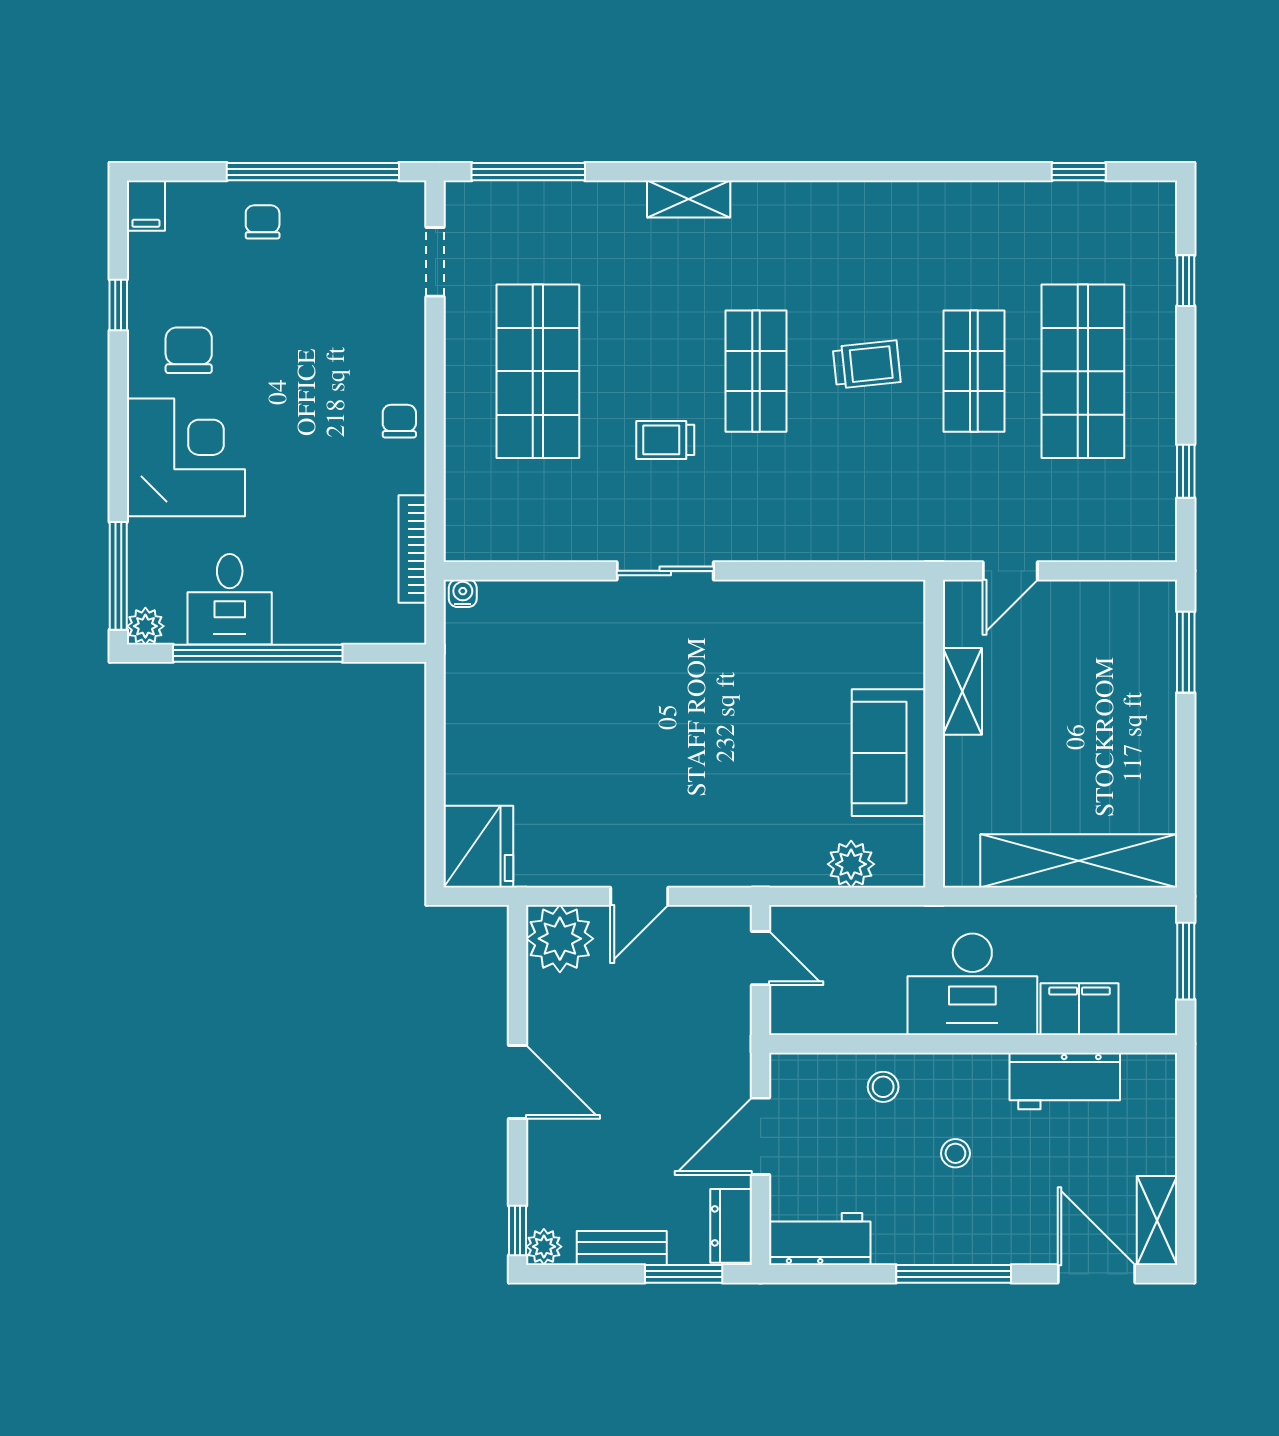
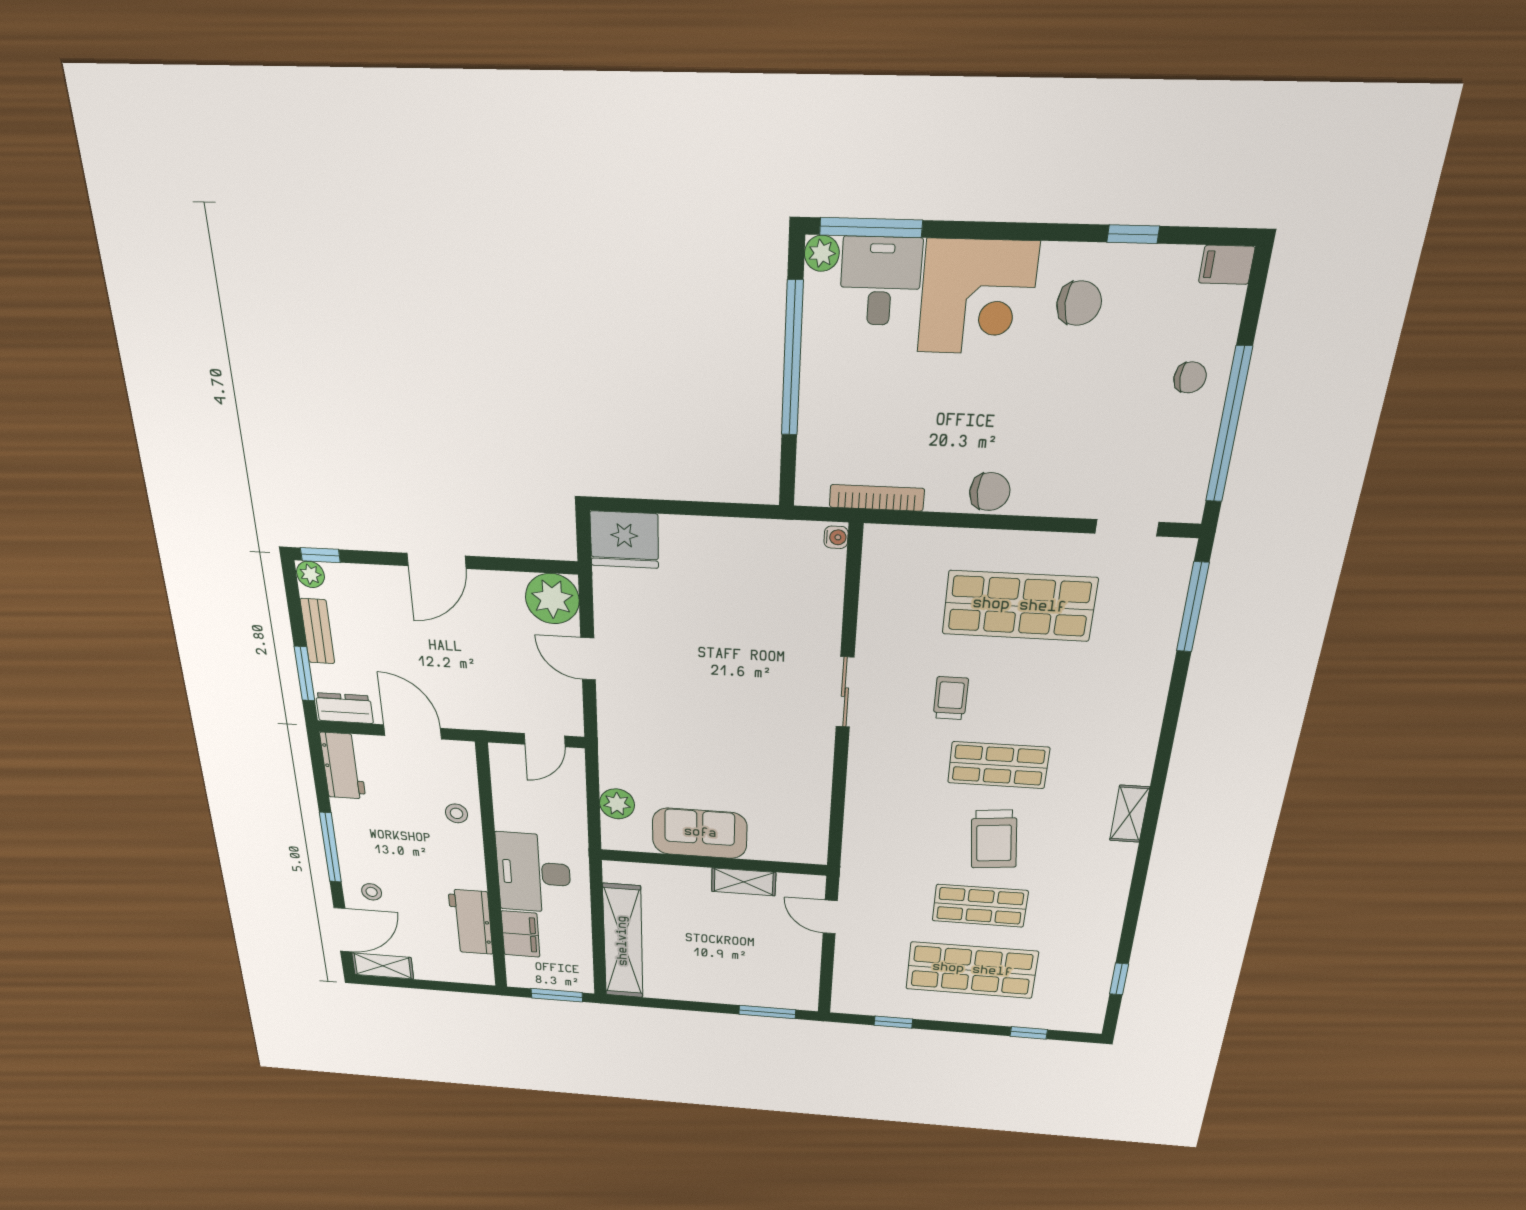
shelving: (689, 199) -> (1130, 814), moved
trolley: (867, 365) -> (994, 839), width x1.36, depth x1.39
chair: (399, 421) -> (990, 492), width x1.37, depth x1.37
desk: (230, 599) -> (880, 281), moved, turned 90
stool: (955, 1153) -> (372, 892), moved

